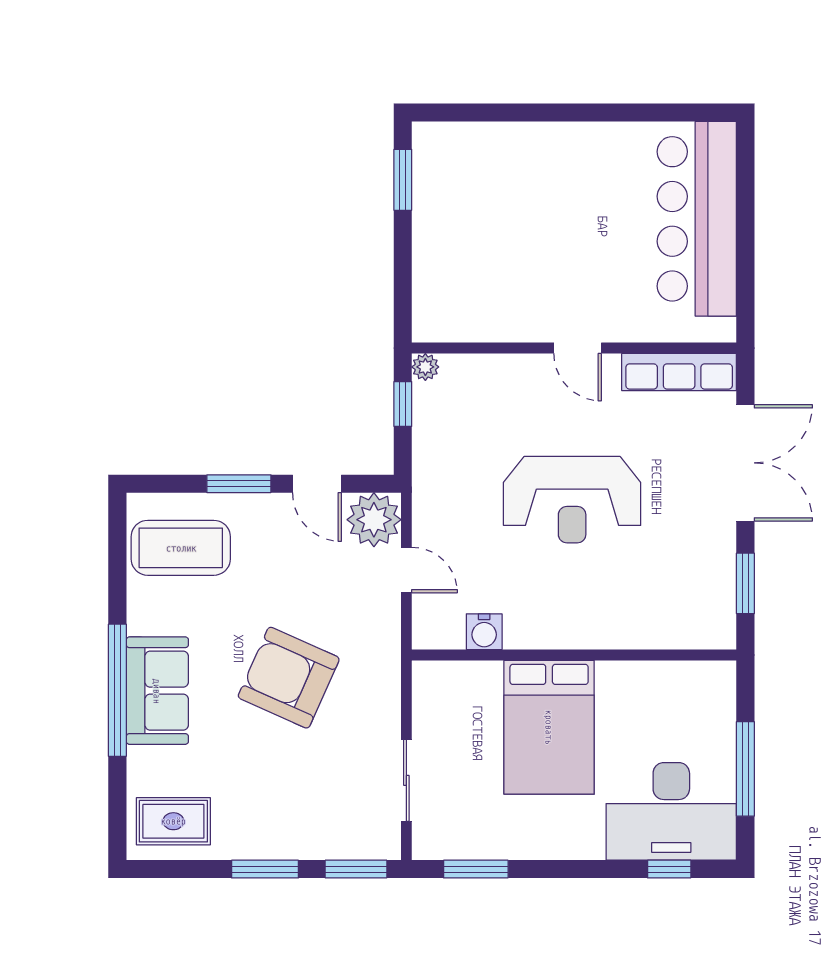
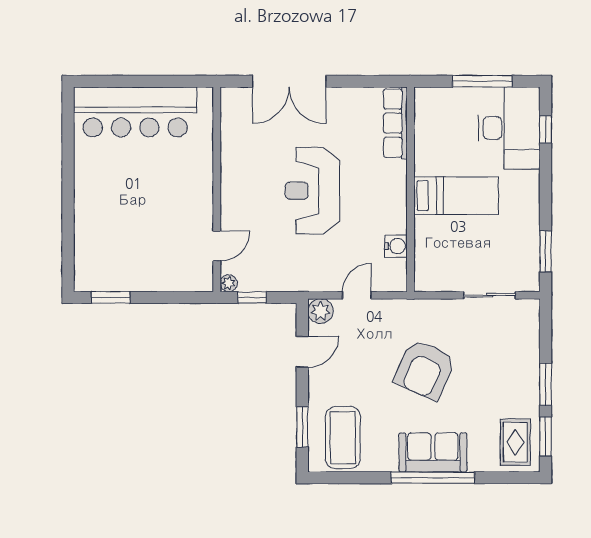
door: (578, 348) -> (217, 246), moved
row of seats: (679, 372) -> (395, 123), moved, turned 180
double door: (745, 463) -> (289, 81), swing flipped
window: (239, 484) -> (302, 427), moved
reception desk: (572, 500) -> (312, 191), turned 180
plant: (374, 520) -> (320, 311), width x0.73, depth x0.73
window: (745, 583) -> (365, 81), removed
bed: (549, 727) -> (456, 196), width x0.67
window: (356, 869) -> (546, 436), moved

